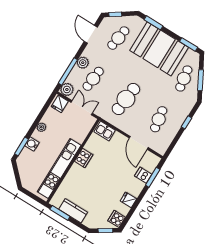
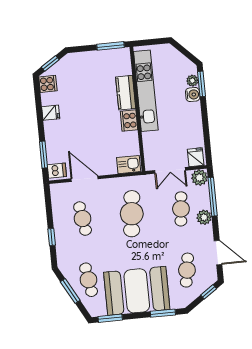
plant: (41, 127) -> (192, 81), moved
dishwasher: (143, 175) -> (57, 171), moved
kitchen counter: (73, 211) -> (126, 93), moved, turned 90

